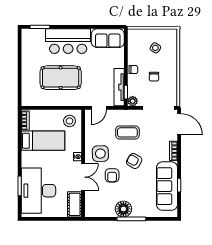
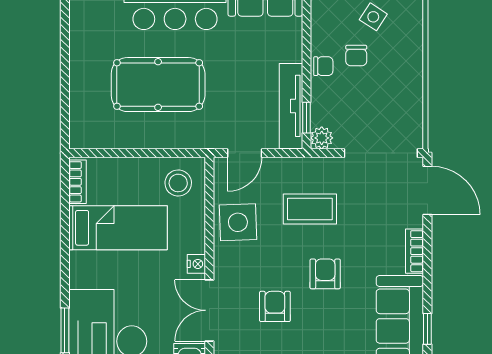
chair: (154, 77) -> (356, 56), moved
side table: (100, 154) -> (238, 222), moved
armchair: (134, 161) -> (325, 274), turned 60
armchair: (112, 175) -> (275, 306), turned 180
double door: (83, 177) -> (209, 310), swing flipped

